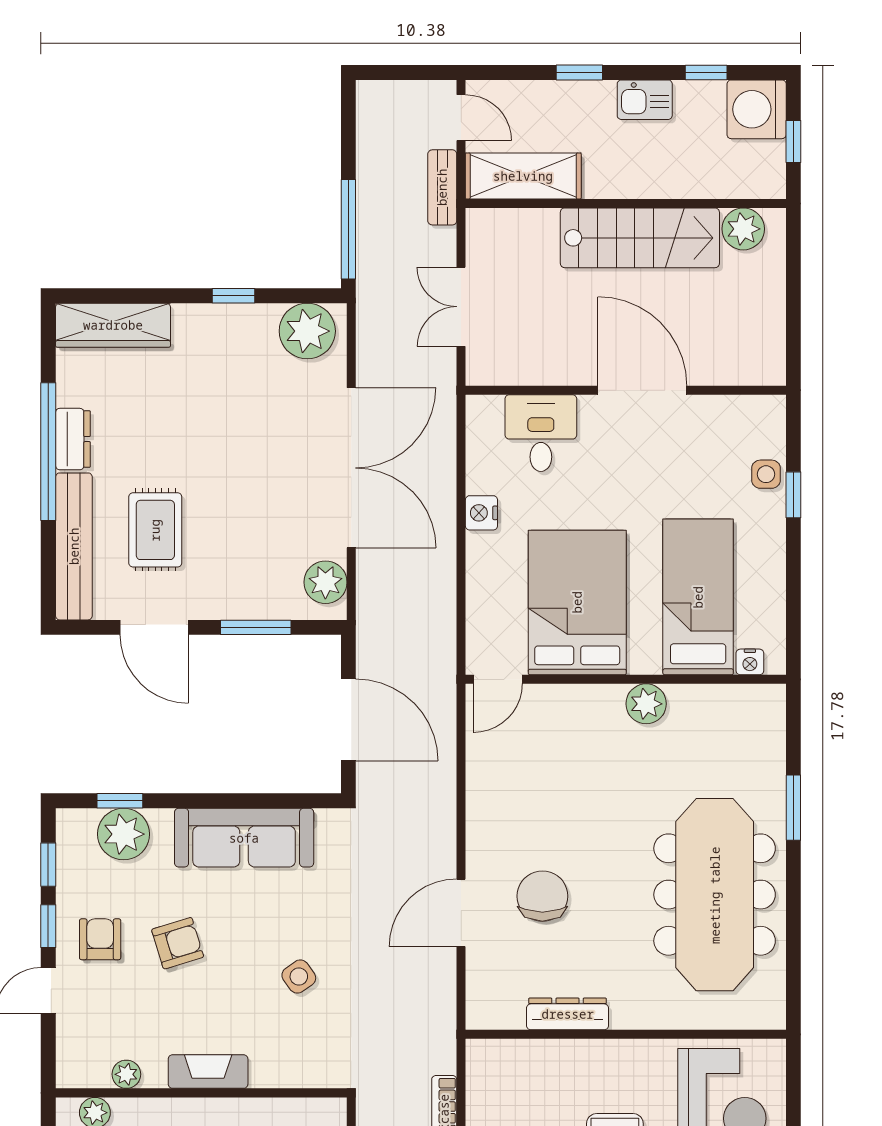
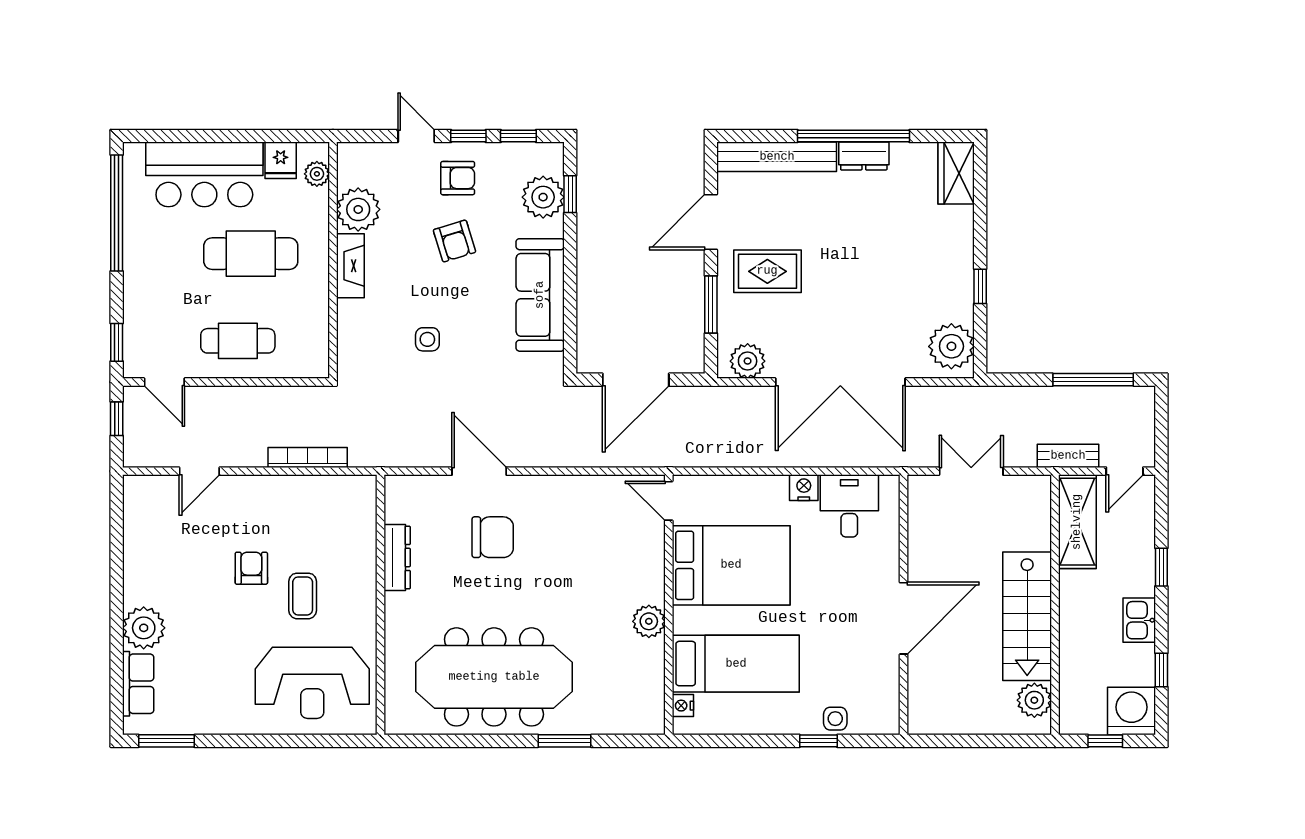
window: (348, 229) -> (1093, 380), moved
wardrobe: (113, 325) -> (956, 173), width x0.67
desk: (541, 433) -> (849, 506), moved, turned -90
rug: (155, 530) -> (767, 271), moved
side table: (299, 977) -> (427, 339), turned 35
plant: (126, 1074) -> (358, 209), width x1.88, depth x1.88

